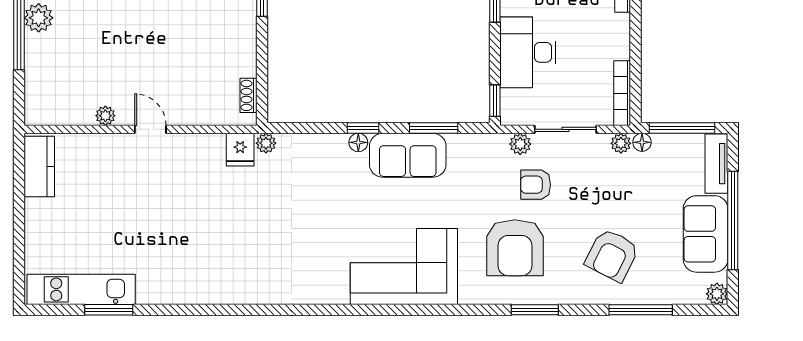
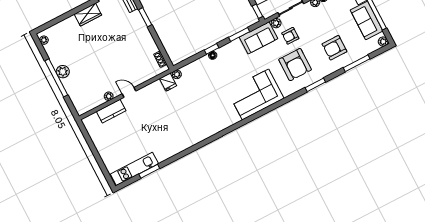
sofa: (408, 155) -> (258, 38), moved
kitchen counter: (39, 167) -> (111, 111), moved, turned 90
armchair: (612, 255) -> (334, 48), turned 63

